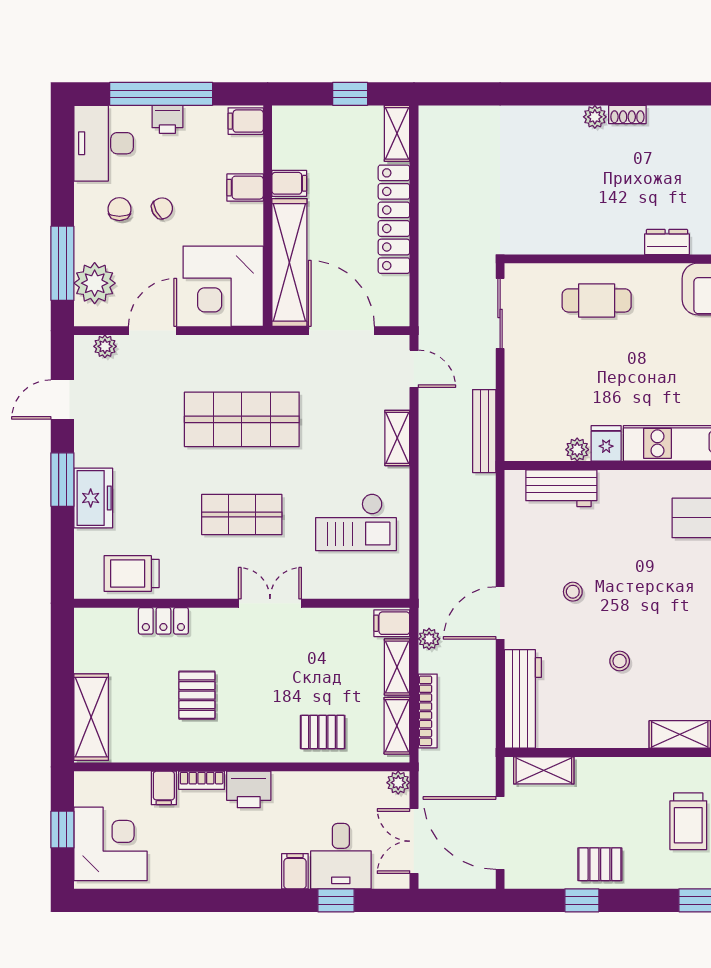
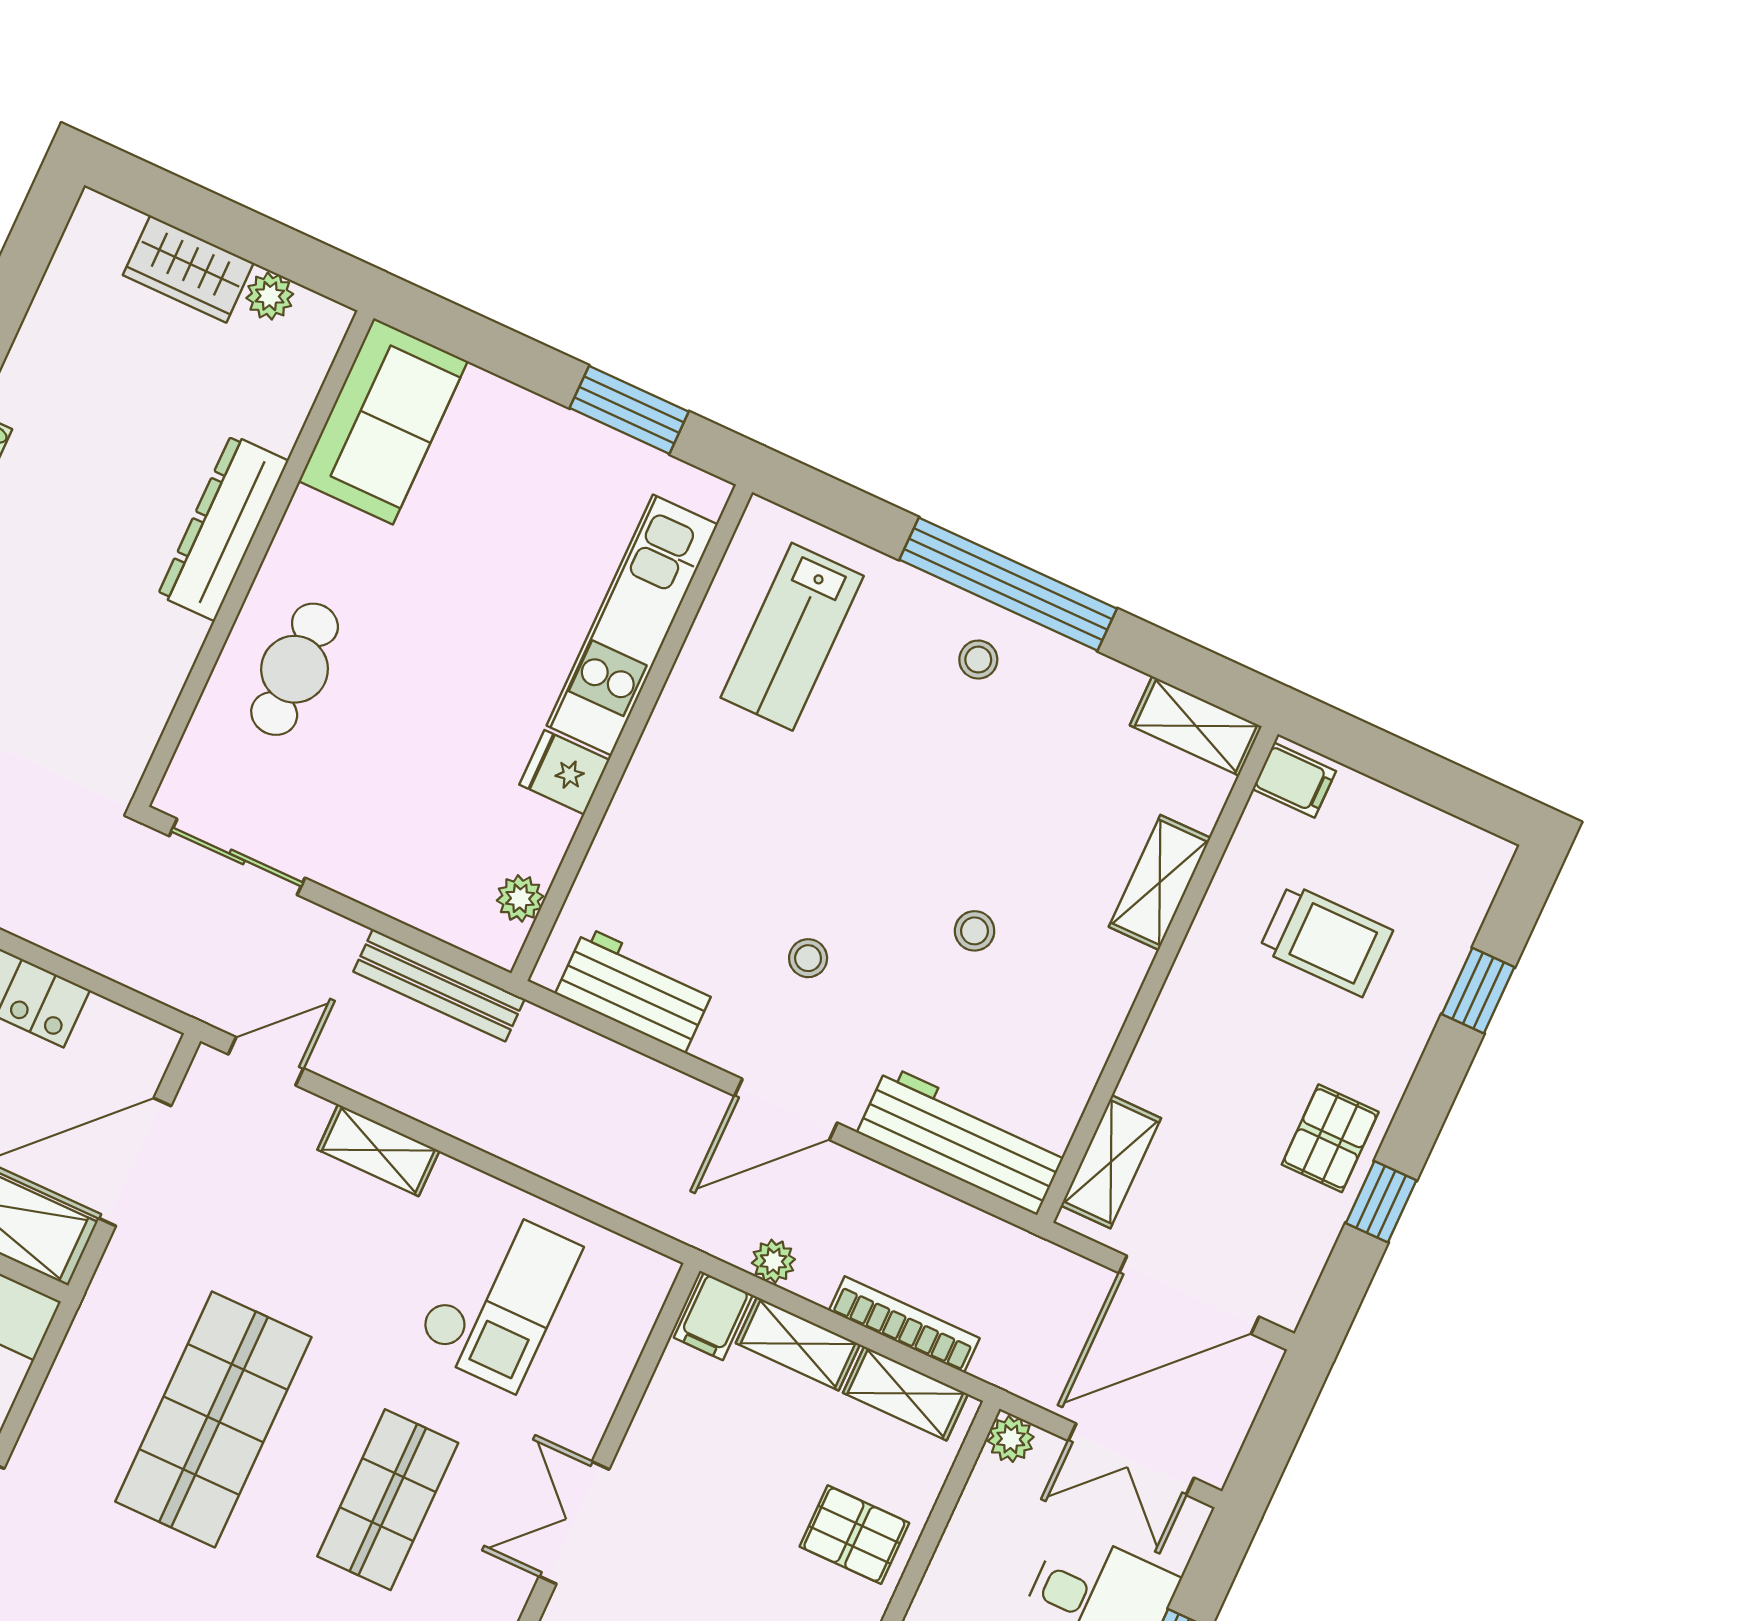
dresser: (667, 242) -> (223, 528), width x1.96, depth x1.24
plant: (577, 450) -> (520, 898), moved
workbench: (561, 488) -> (635, 990), moved, turned -90
door: (500, 613) -> (786, 1109), hinge flipped
pallet: (323, 732) -> (854, 1535), turned 90

